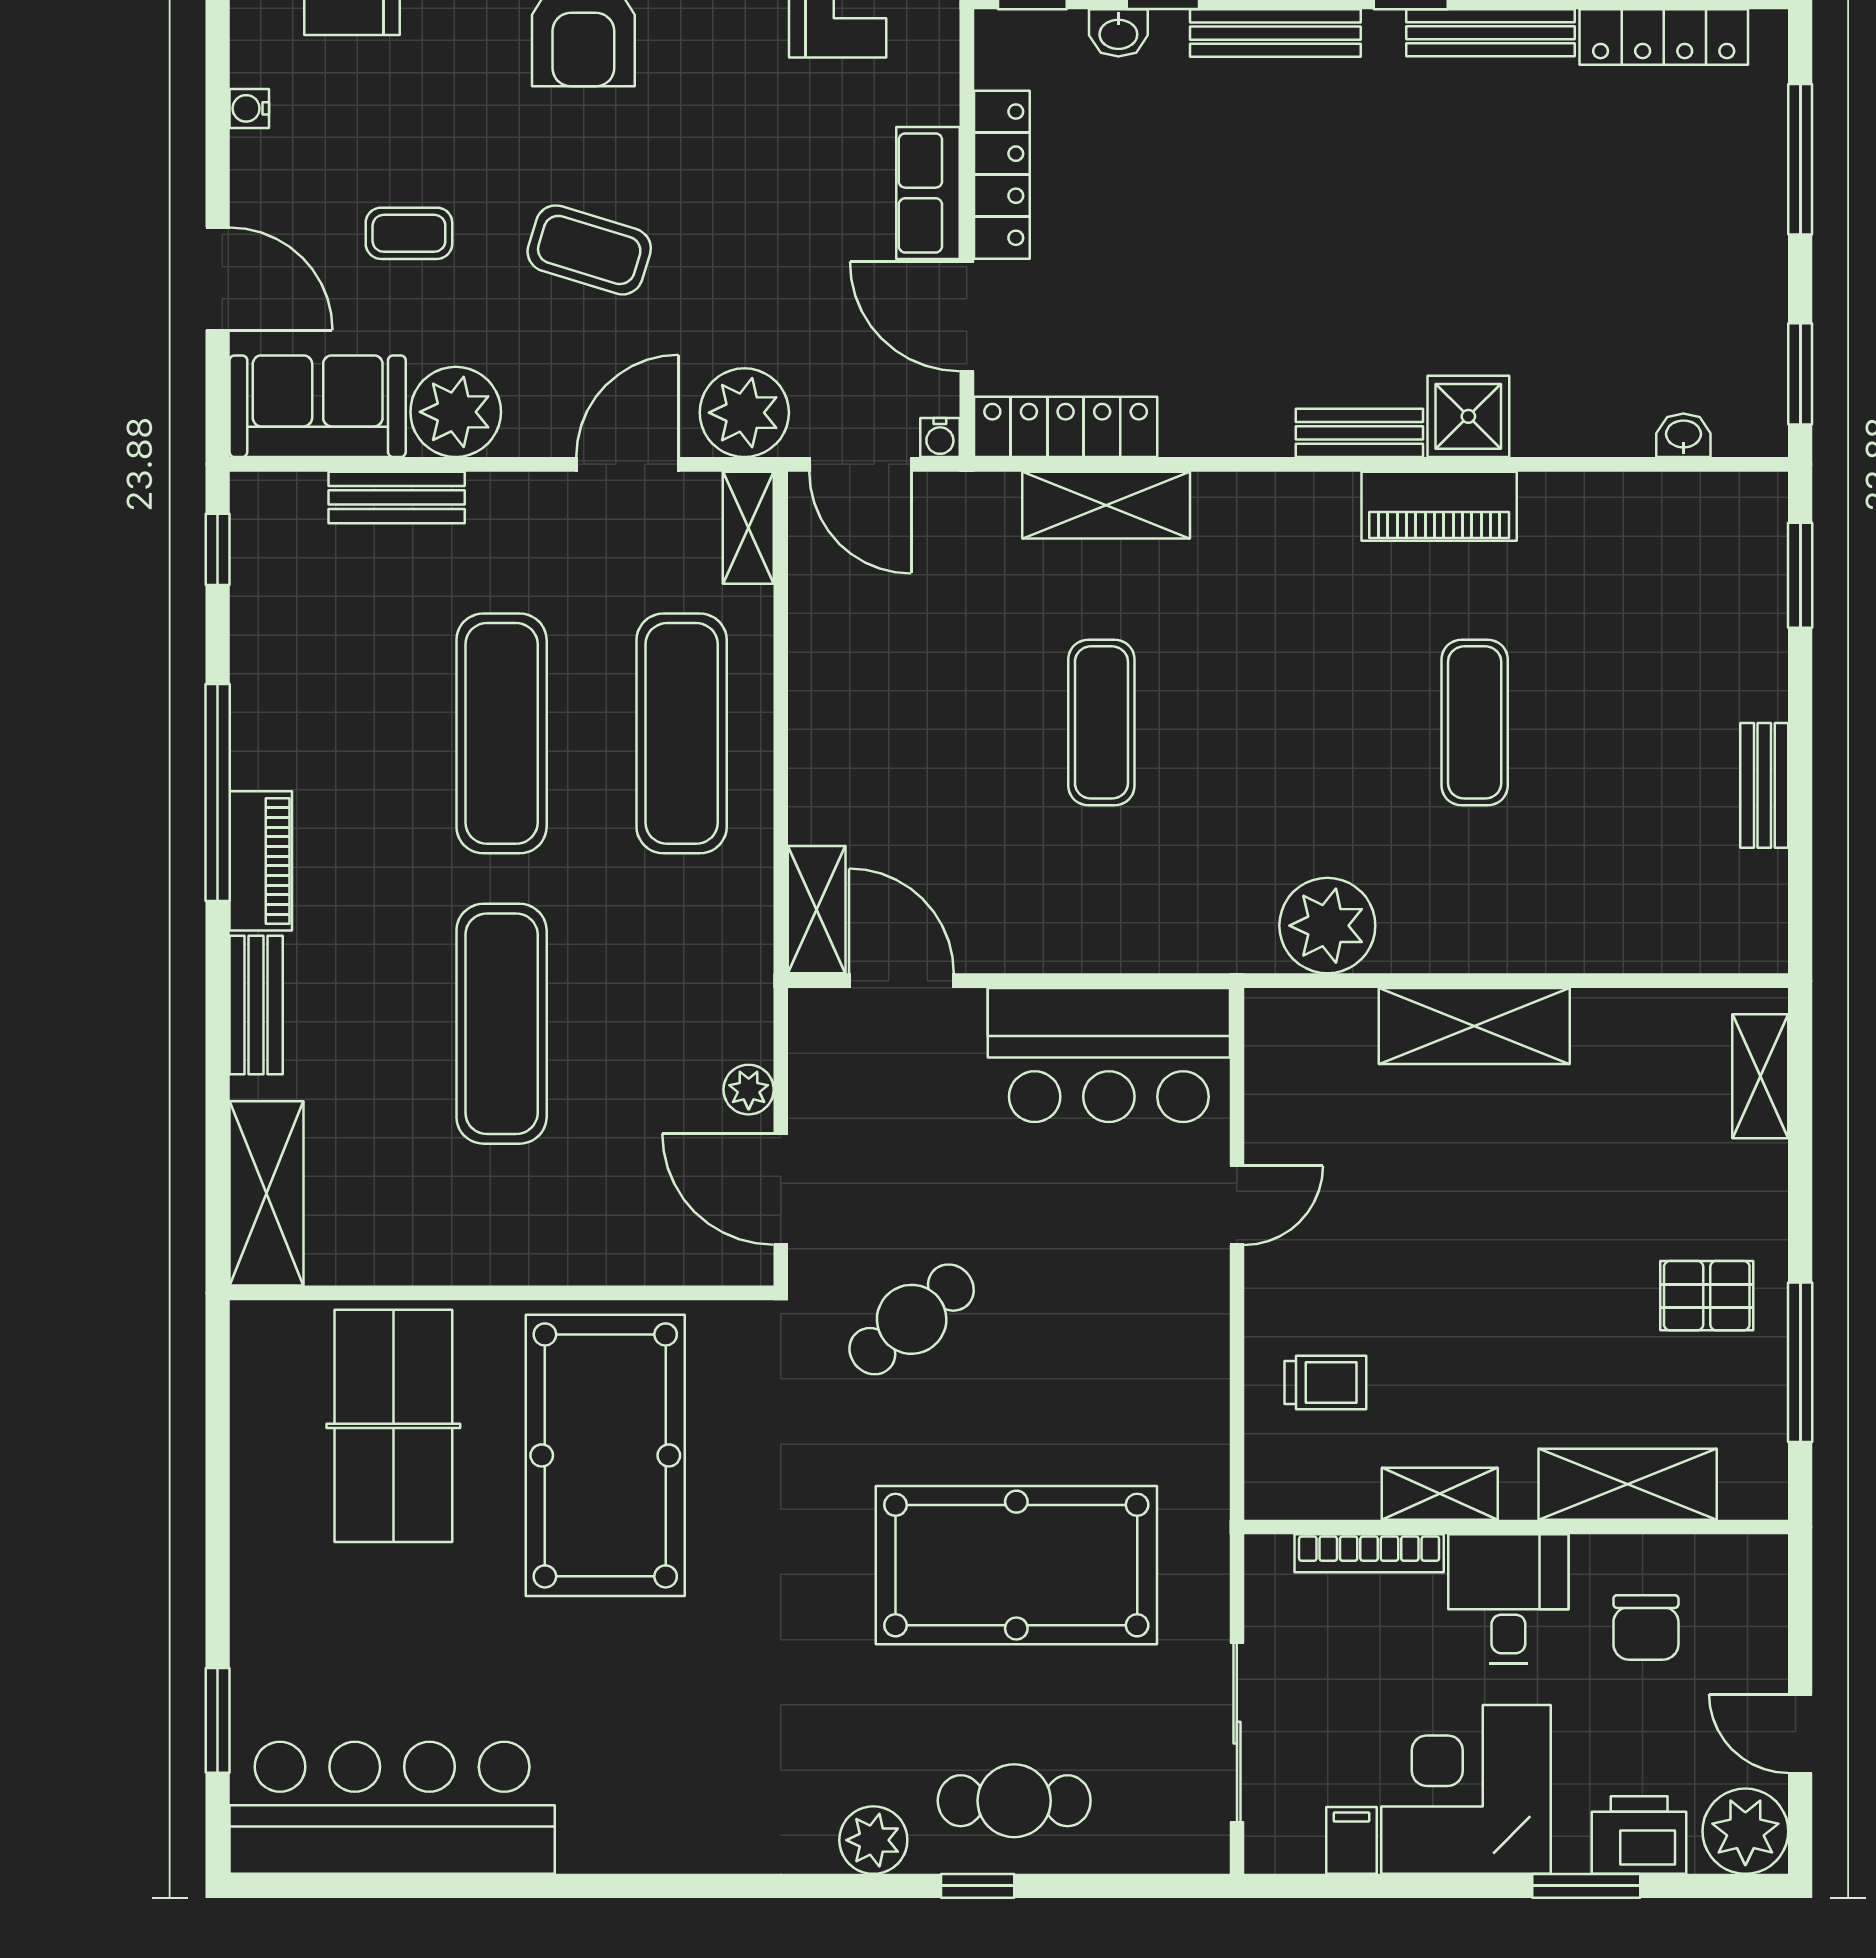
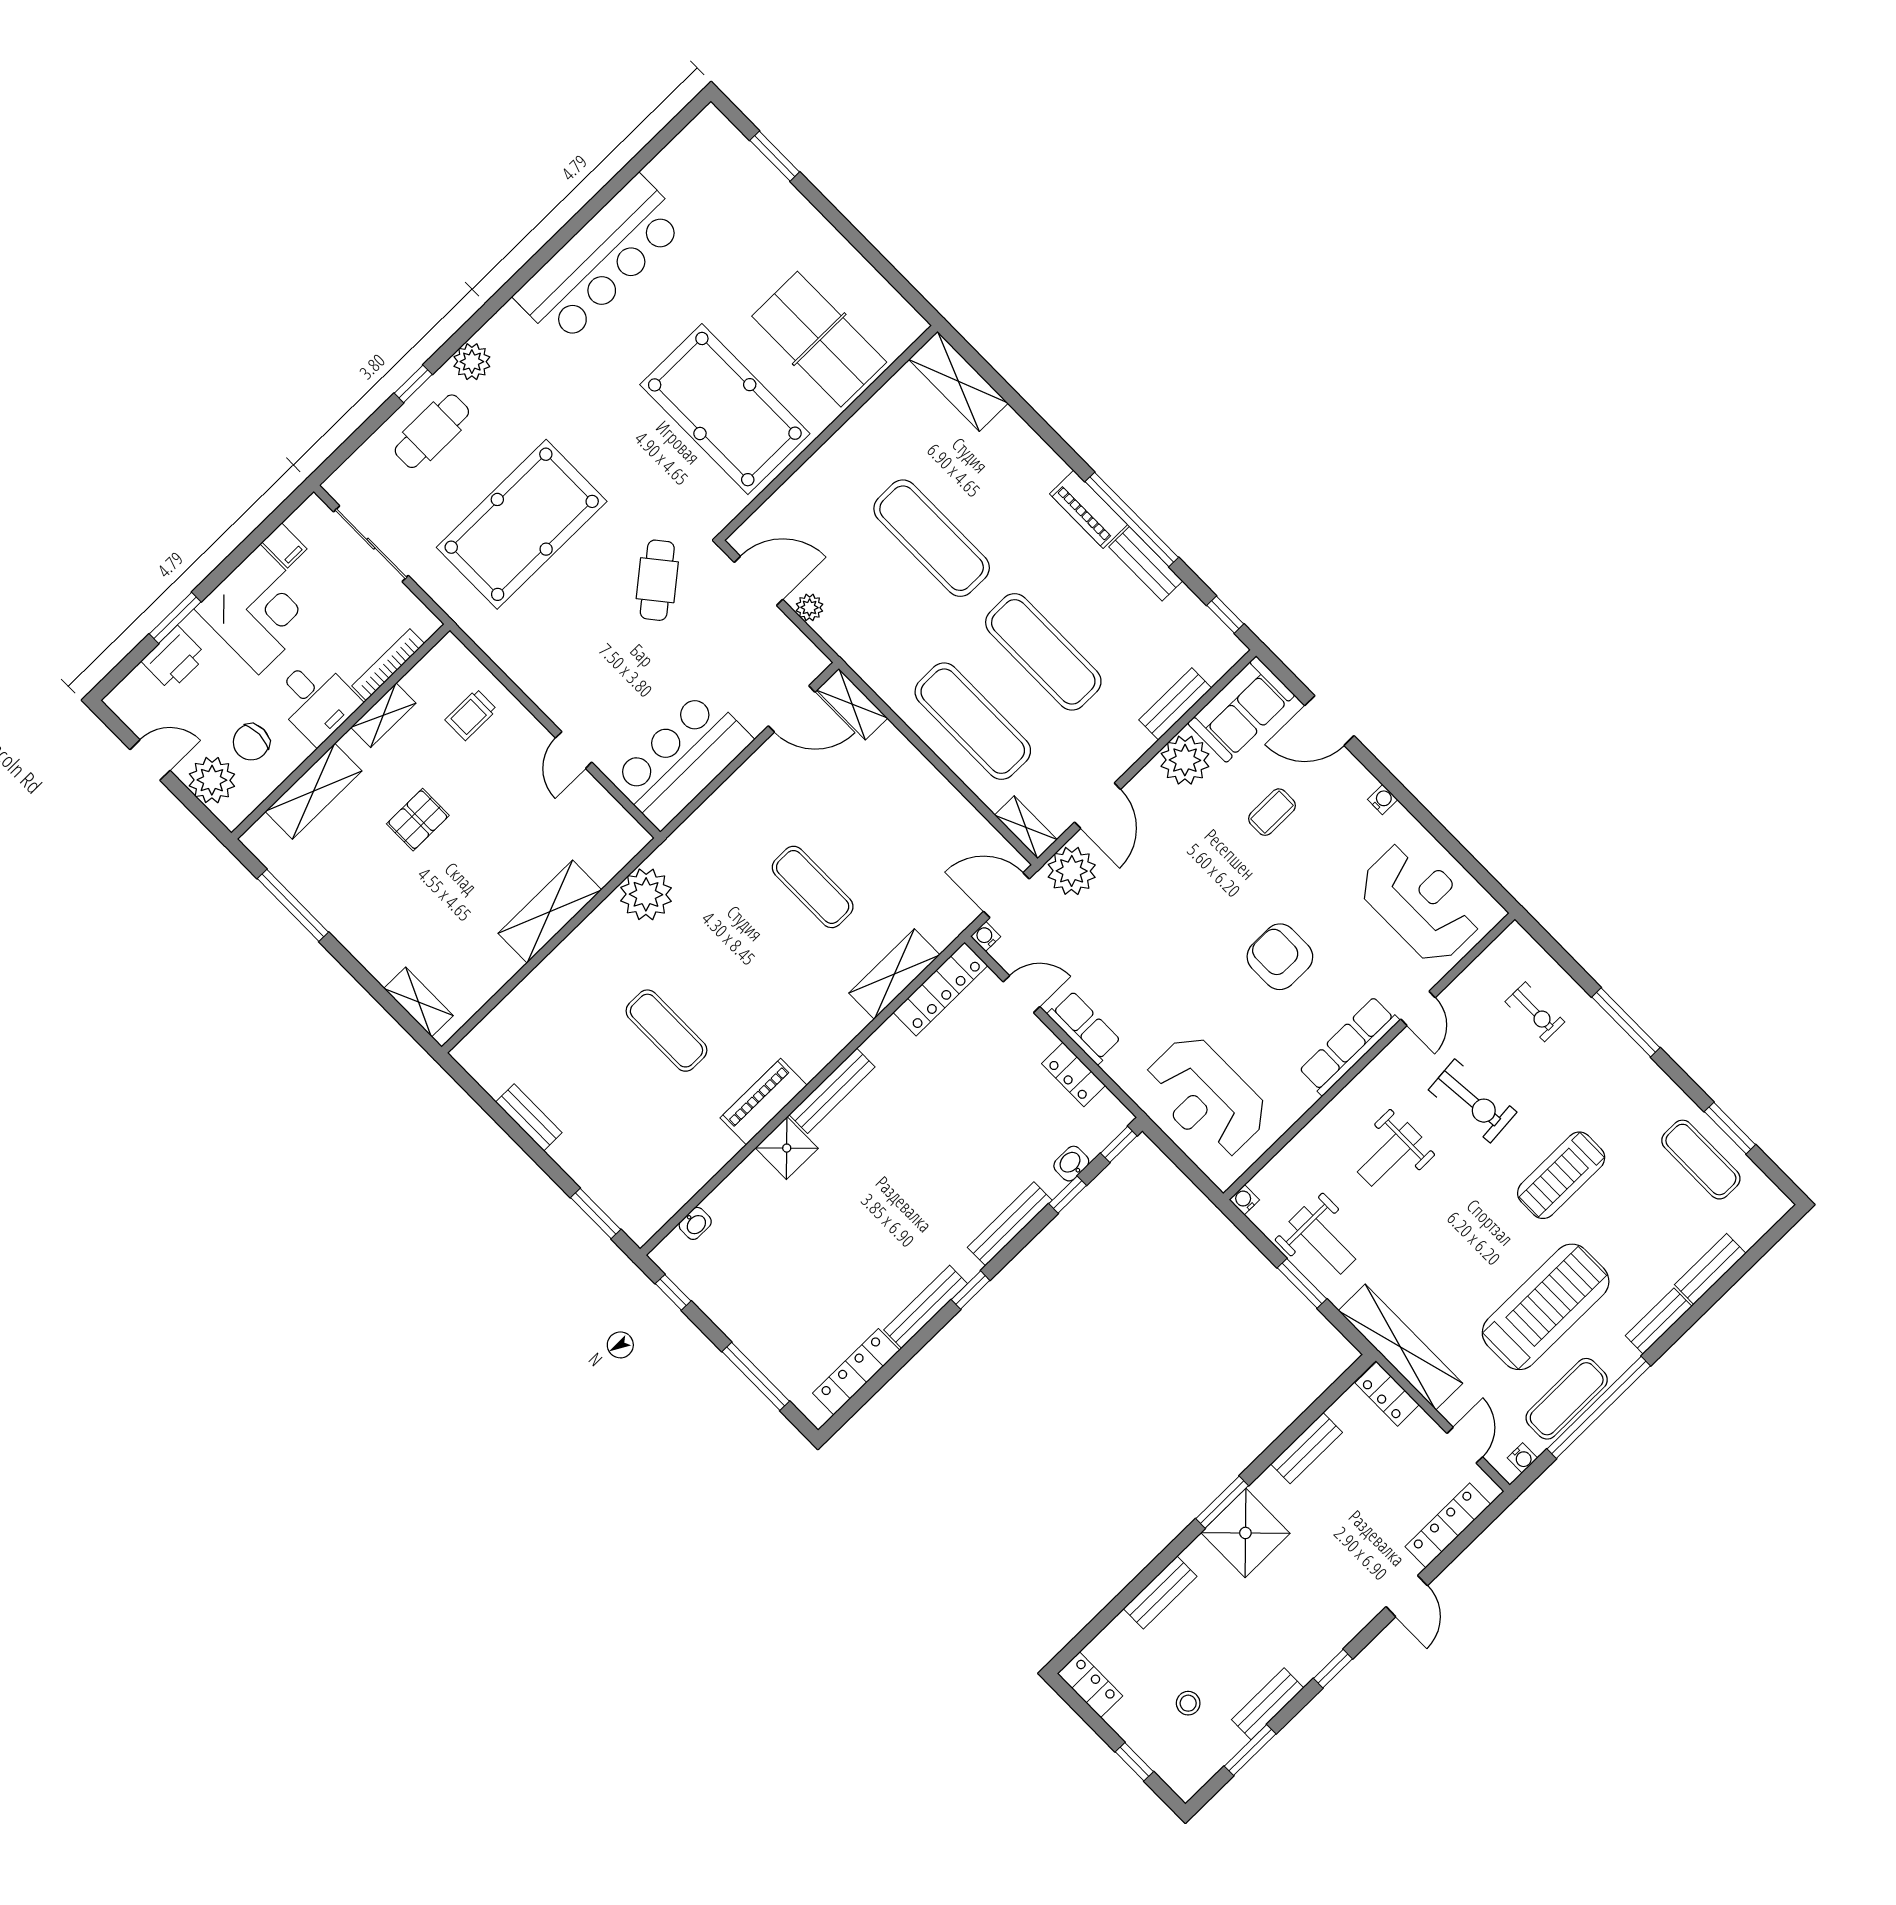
locker: (1002, 175) -> (1074, 1075), width x0.66
coffee table: (589, 250) -> (1195, 875), removed
door: (967, 316) -> (1022, 994), width x0.73
window: (1800, 374) -> (673, 1292), width x0.67
bench: (1359, 433) -> (832, 1091), width x1.36
bench: (256, 1005) -> (1146, 564), moved
pallet: (1707, 1296) -> (418, 820), moved
chair: (1646, 1627) -> (251, 742), turned -90
bar counter: (392, 1808) -> (601, 260), moved
plant: (1745, 1831) -> (212, 780), moved

